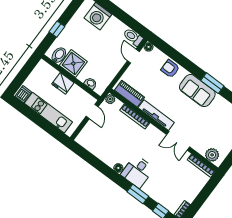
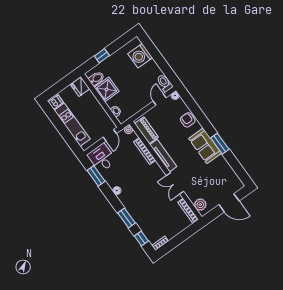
fridge: (63, 83) -> (80, 87), moved
window: (91, 159) -> (96, 176), added
desk: (137, 172) -> (102, 158), moved, turned 90

